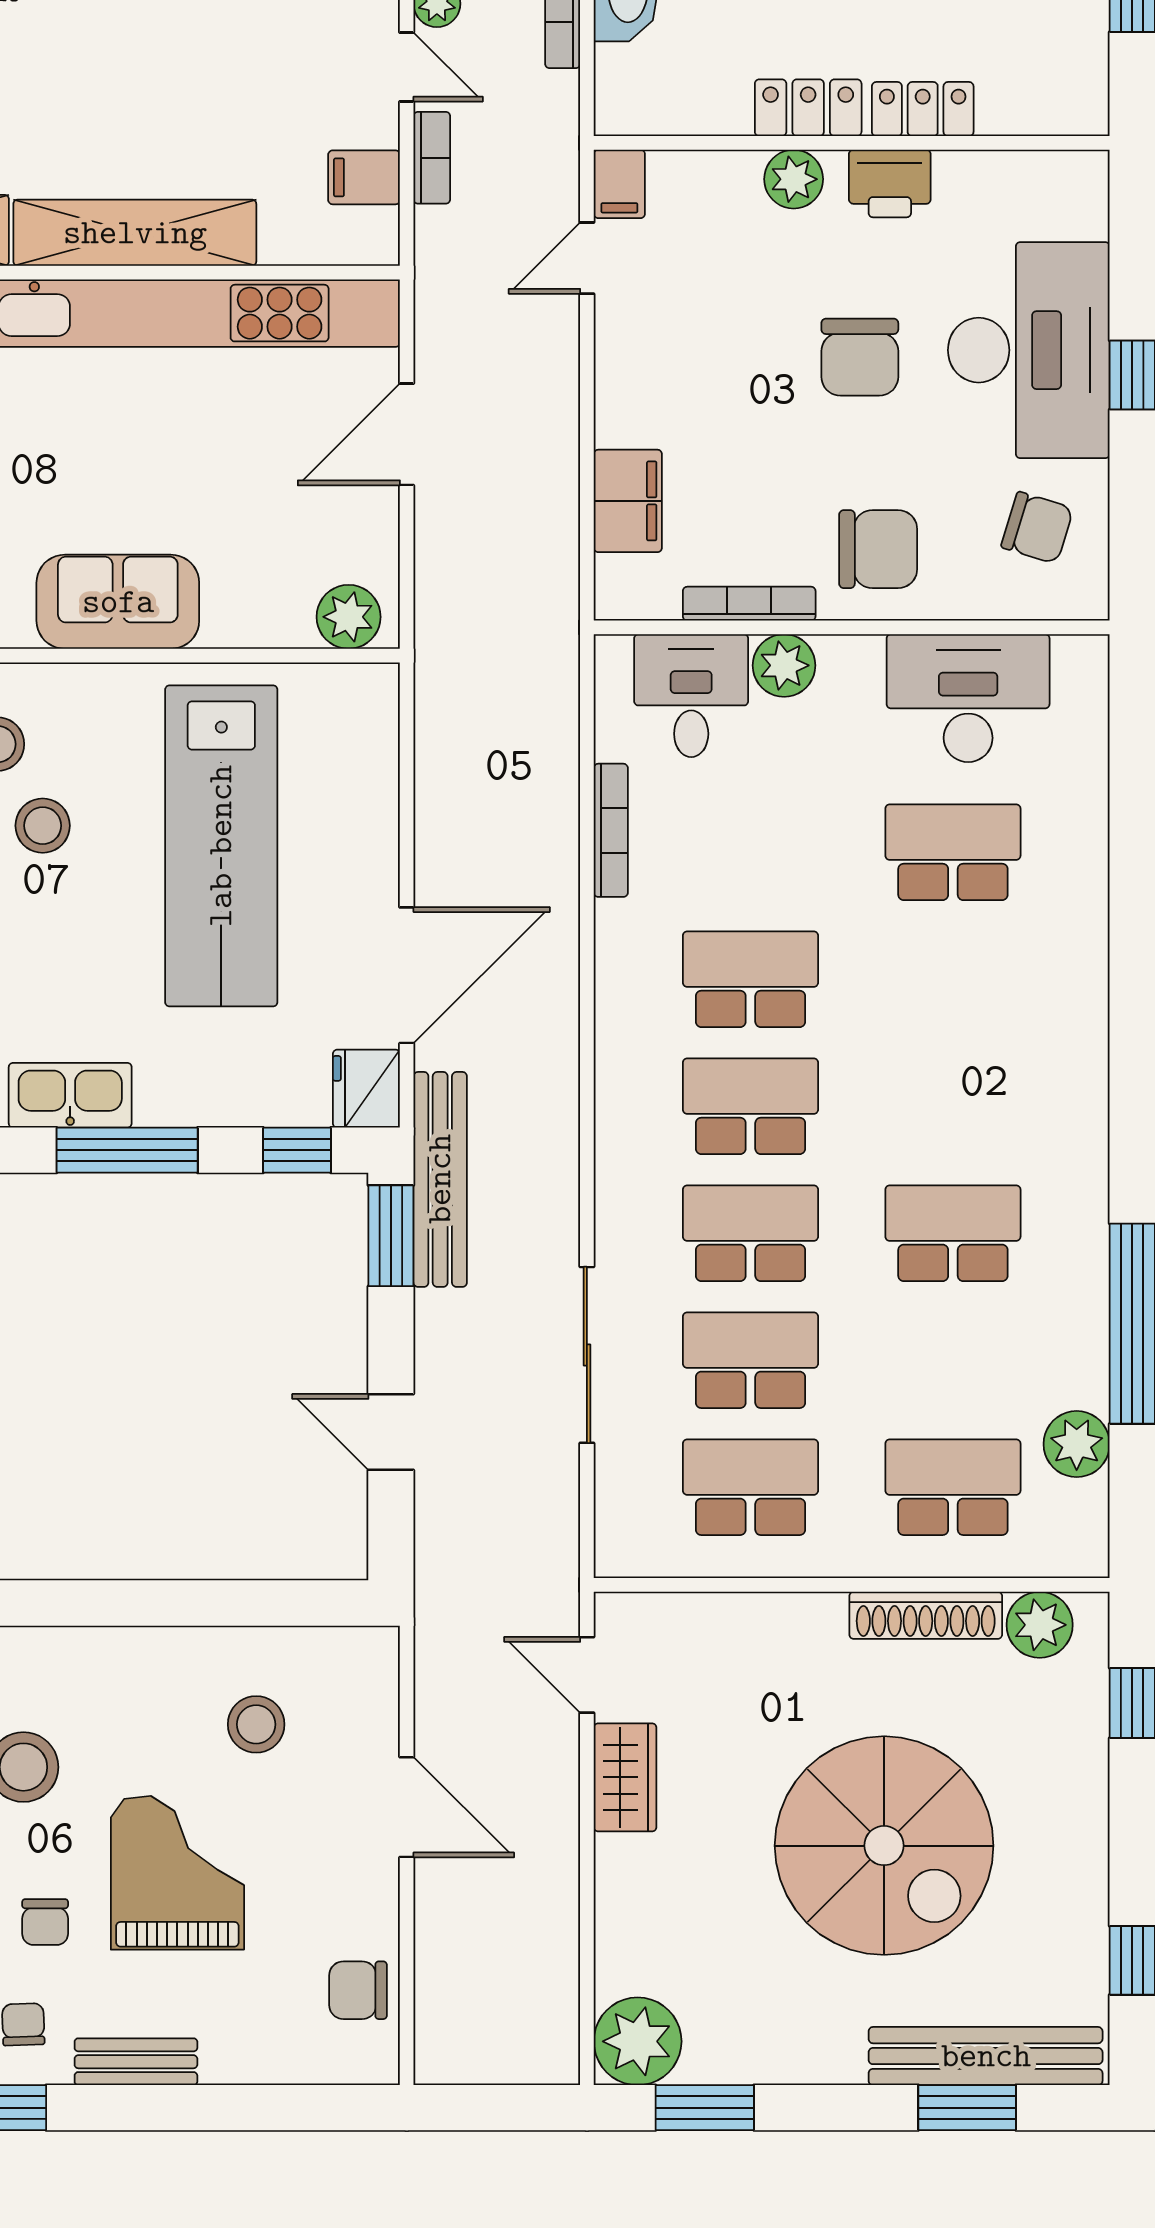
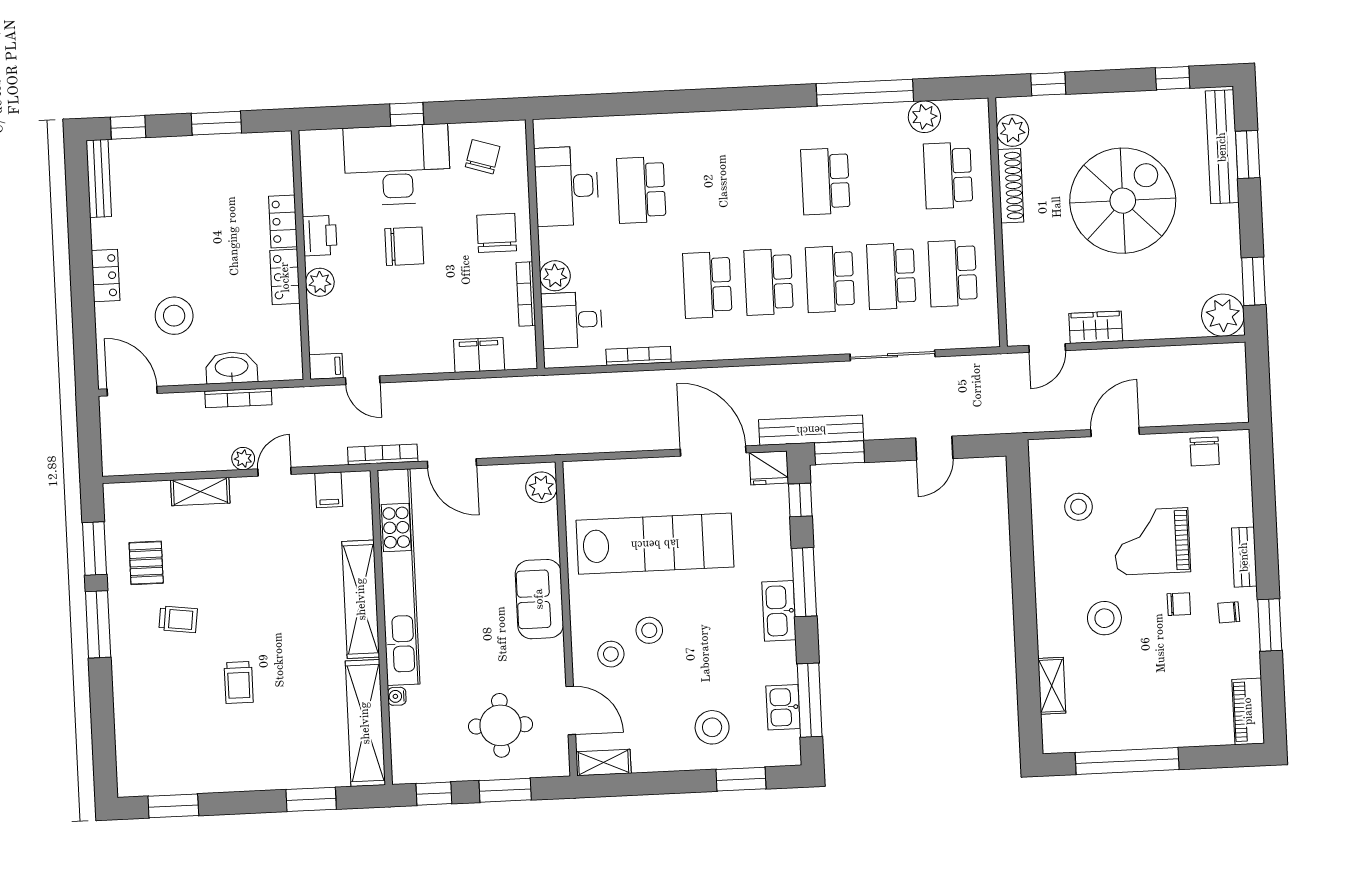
bookcase: (432, 158) -> (383, 454), moved, width x1.56

